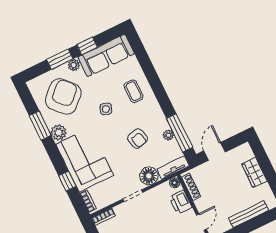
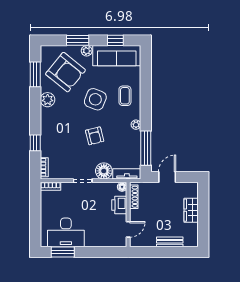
window: (87, 46) -> (115, 40), moved
armchair: (63, 96) -> (65, 72), turned 83
side table: (106, 109) -> (95, 99), width x1.87, depth x1.87
window: (40, 125) -> (35, 74), moved
plant: (168, 135) -> (136, 125), moved
armchair: (138, 139) -> (95, 136), moved
corner sofa: (85, 160) -> (58, 132), removed
bench: (249, 214) -> (170, 242), width x0.73

